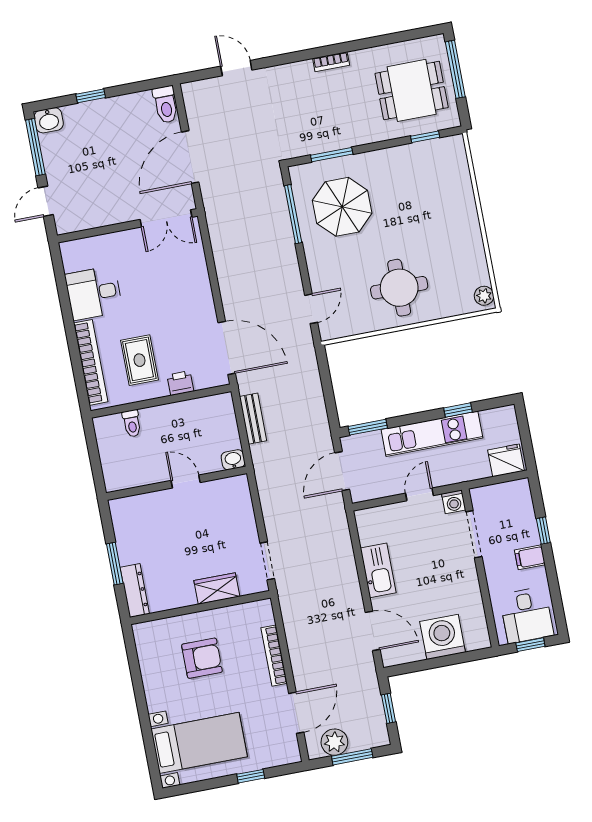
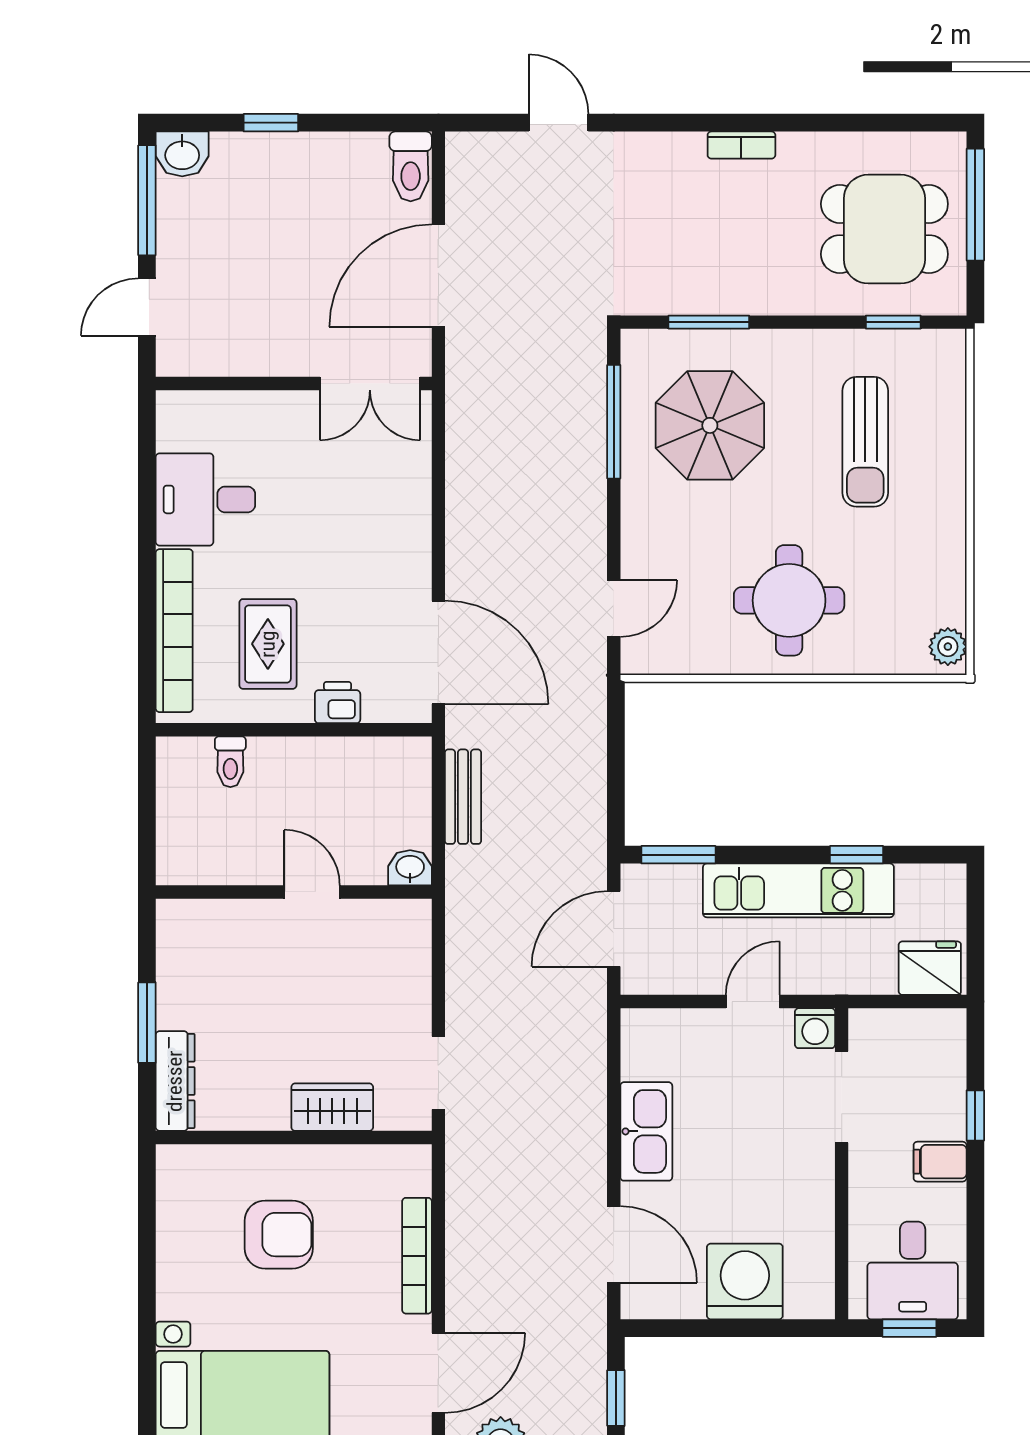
sun lounger: (422, 200) -> (865, 442), added

